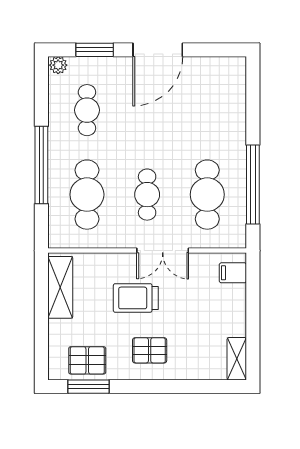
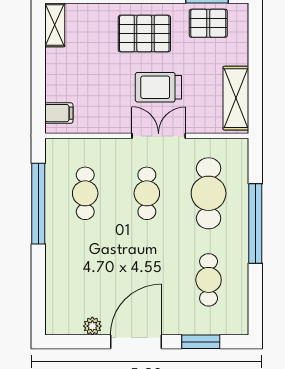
plant: (58, 65) -> (92, 326), moved
cafe table: (207, 195) -> (85, 193), width x0.73, depth x0.74
double door: (163, 251) -> (159, 136), moved
trolley: (136, 298) -> (158, 87), turned 180
pallet: (150, 350) -> (144, 34), width x1.50, depth x1.42

